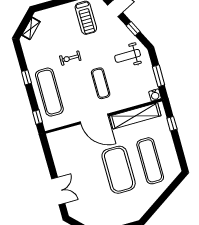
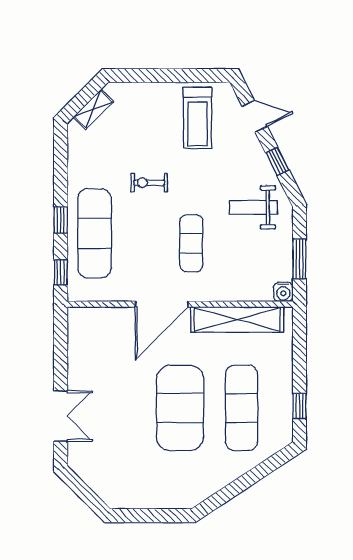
window: (26, 77) -> (61, 220), moved
door: (94, 119) -> (162, 304), hinge flipped
window: (172, 124) -> (299, 406), moved

